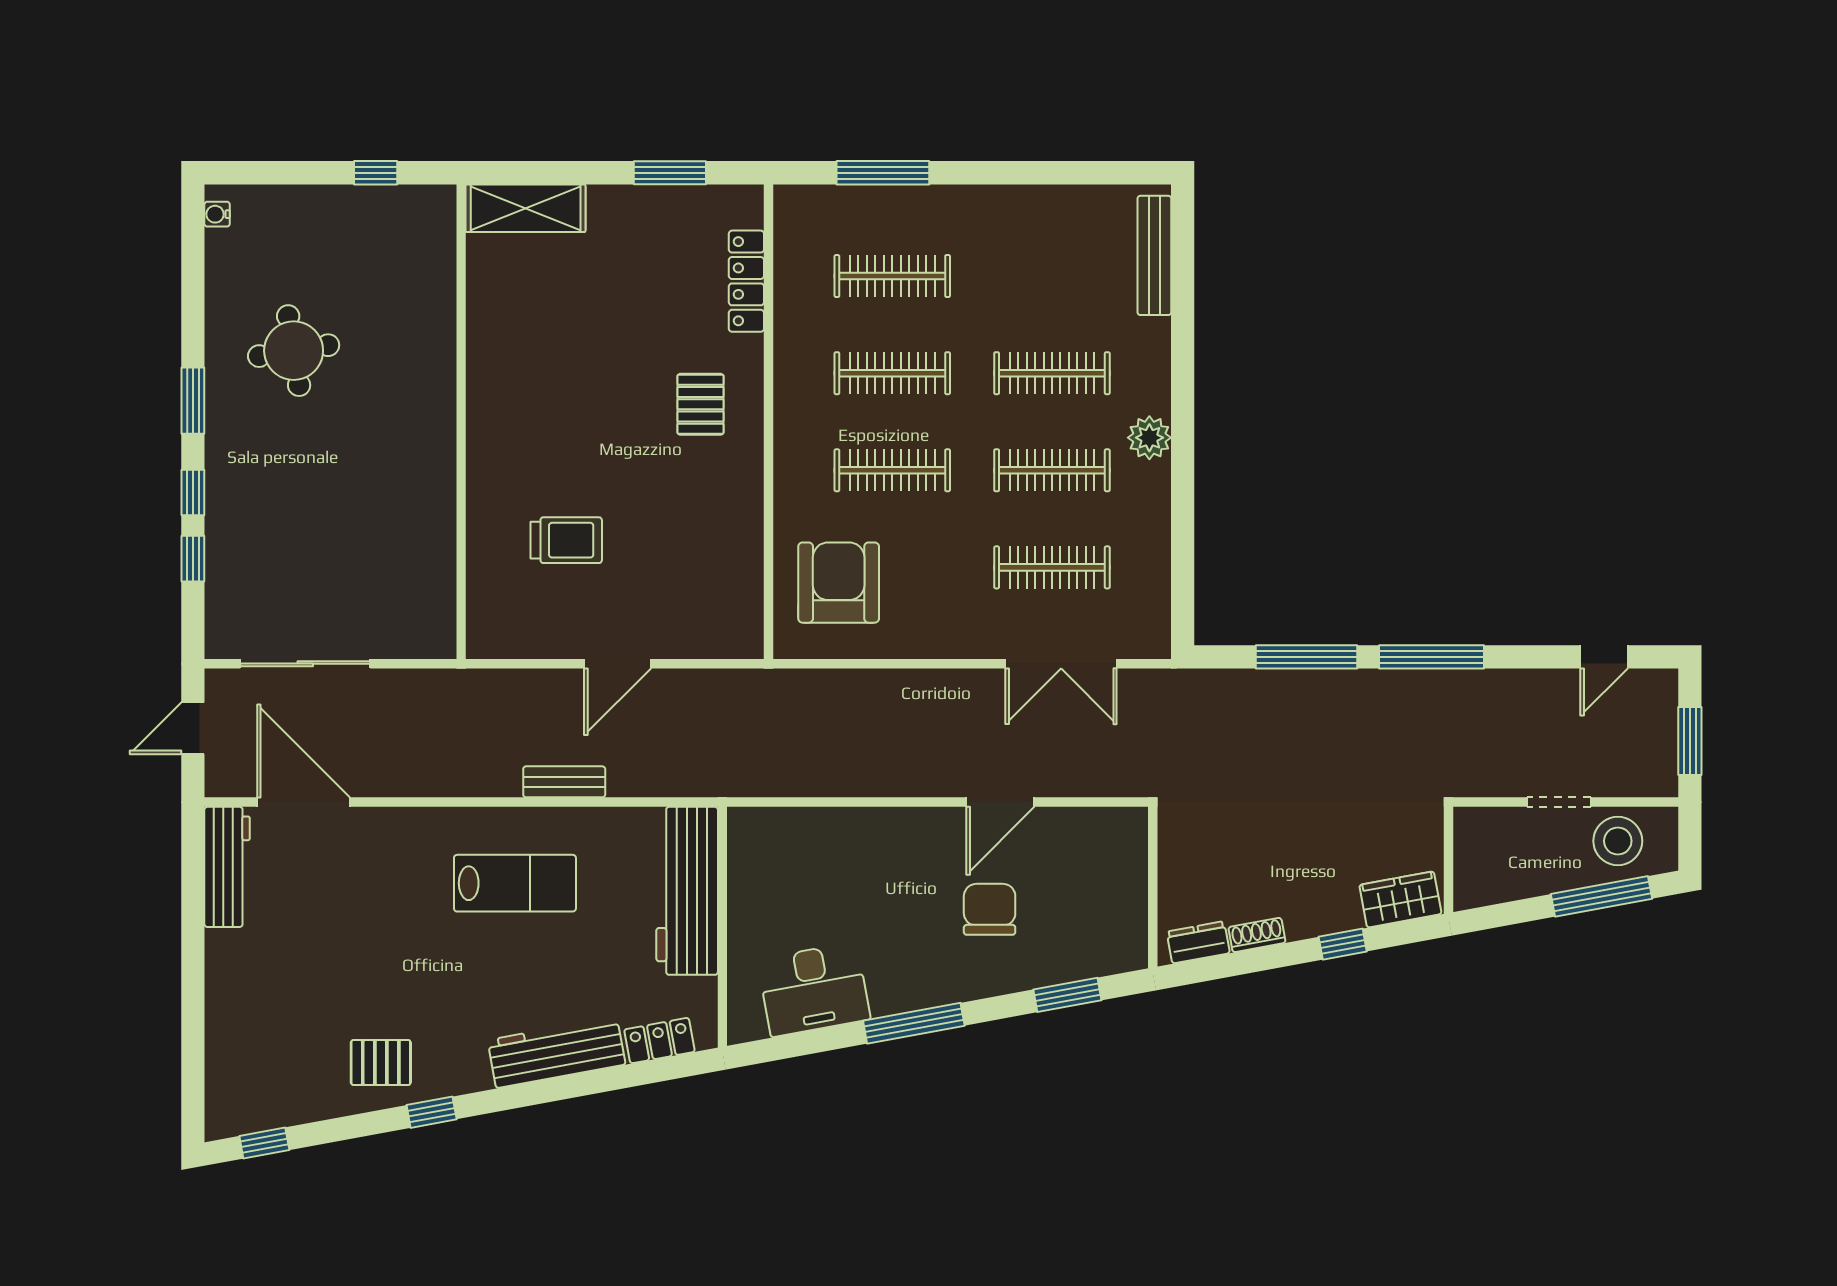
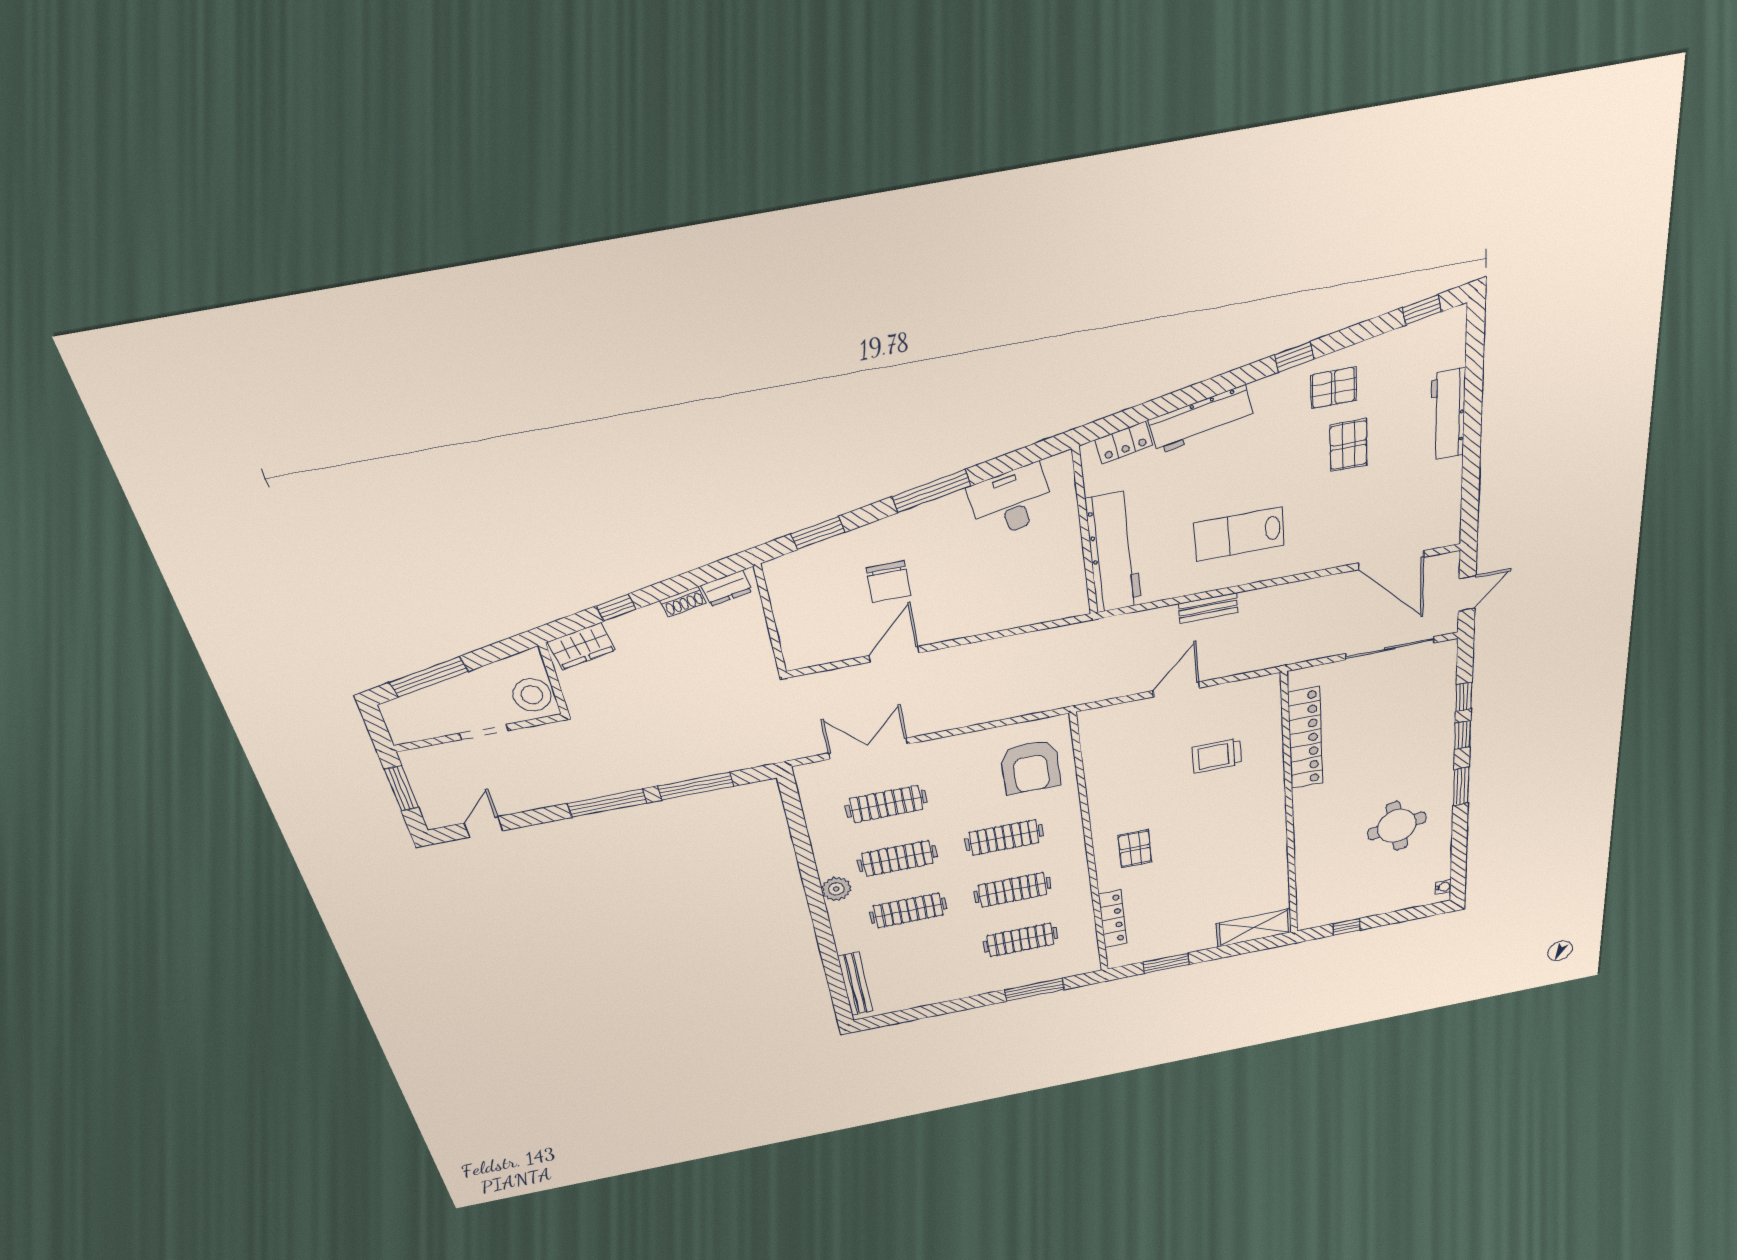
locker: (433, 540) -> (1305, 738), added
stool: (1618, 841) -> (532, 695), moved
workbench: (227, 867) -> (1448, 414), moved
pallet: (362, 981) -> (1348, 445), added

